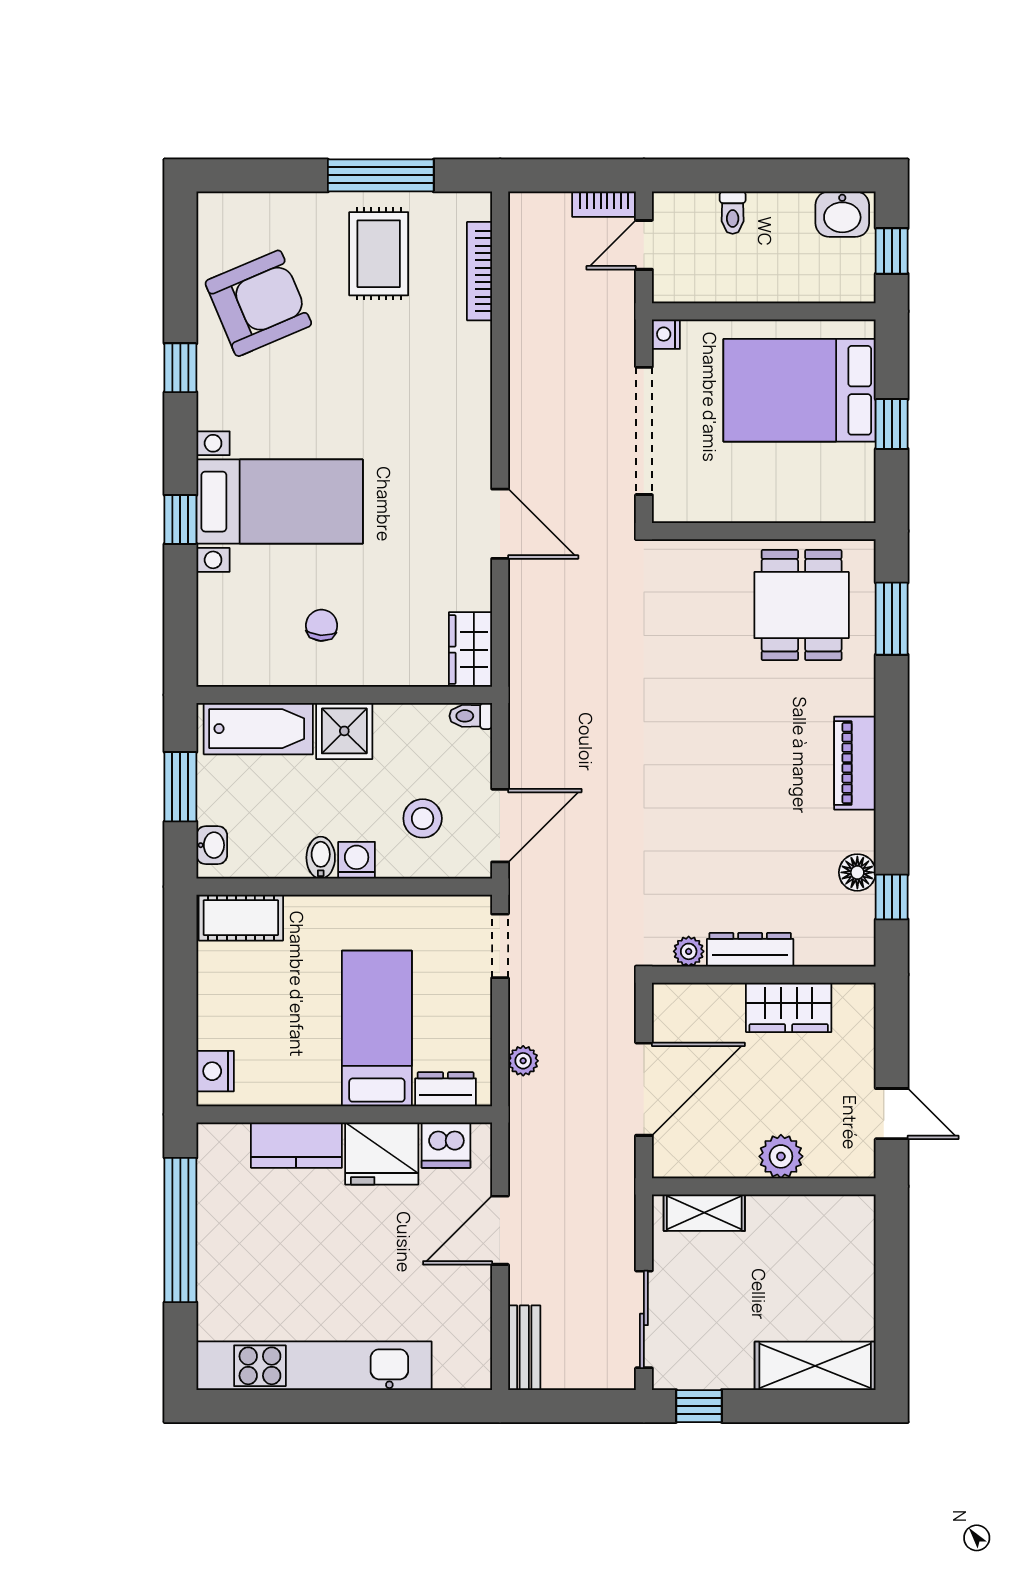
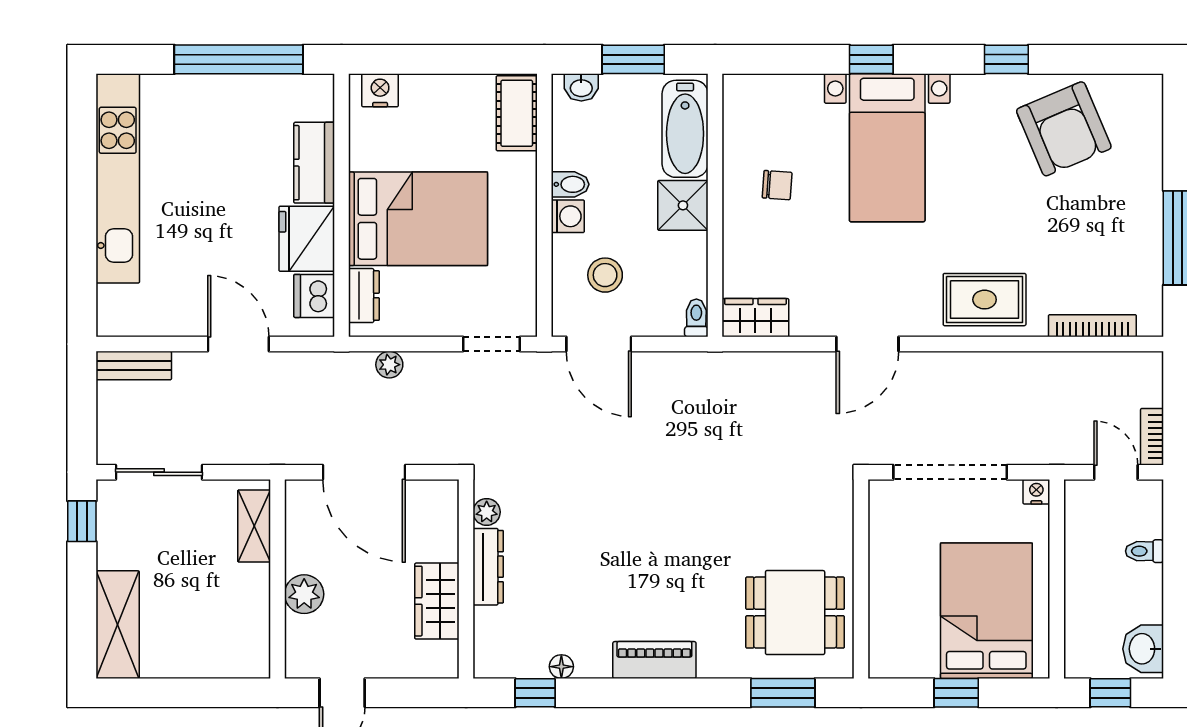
rug: (379, 254) -> (985, 300), moved
floor lamp: (857, 872) -> (561, 667), width x0.73, depth x0.73
bed: (377, 1029) -> (418, 219), width x1.50

